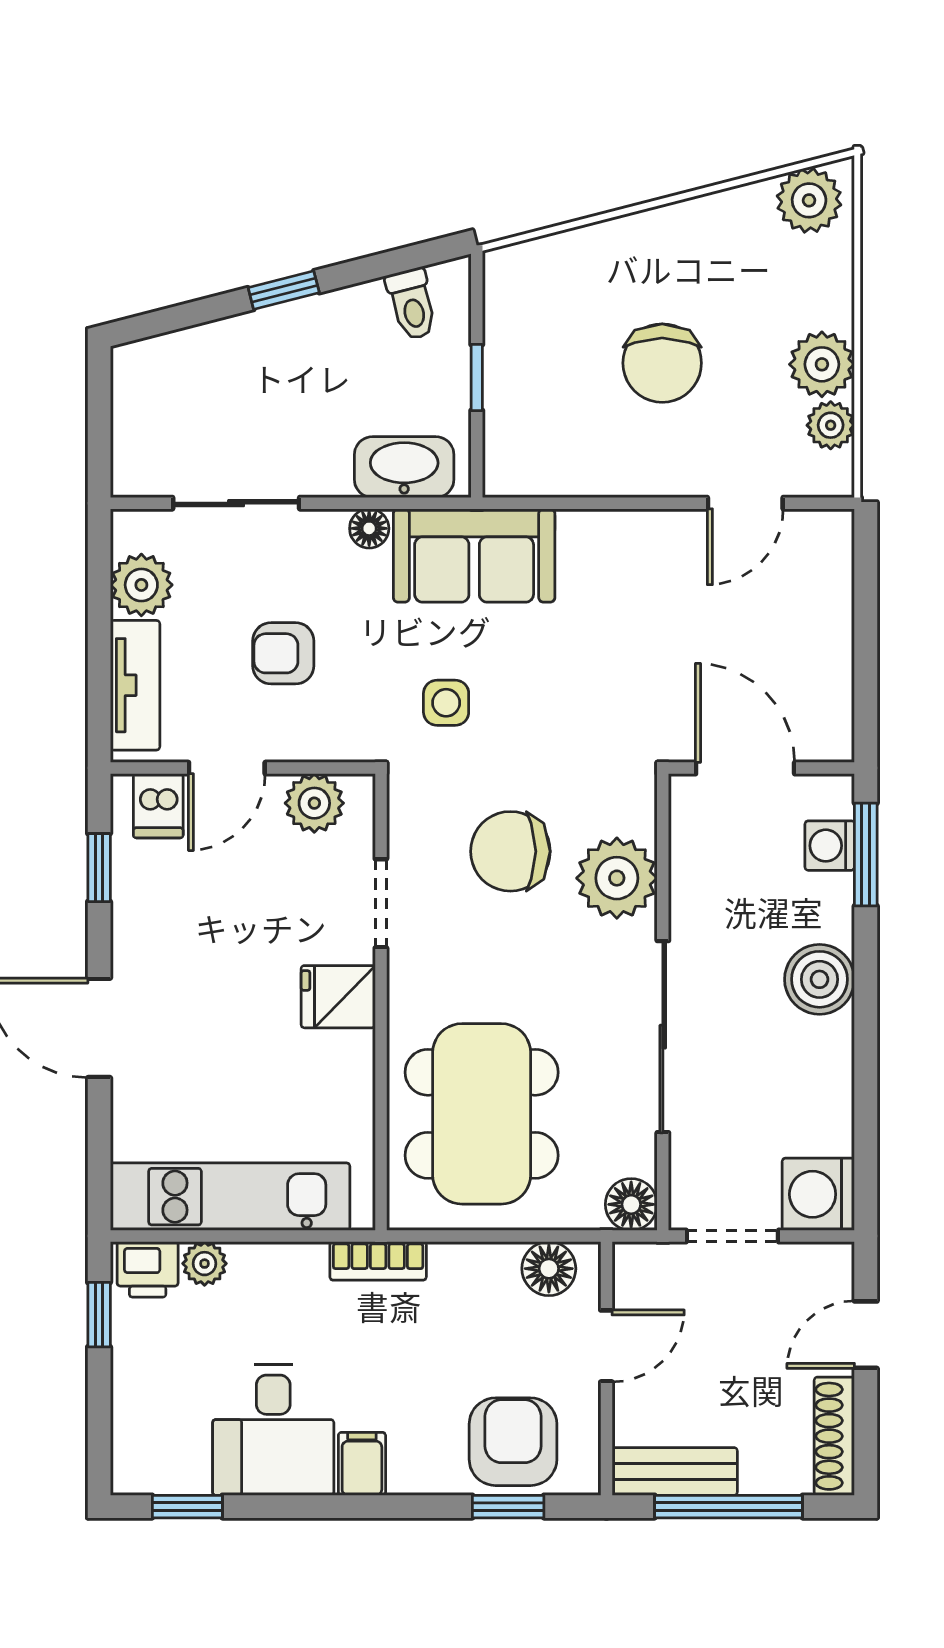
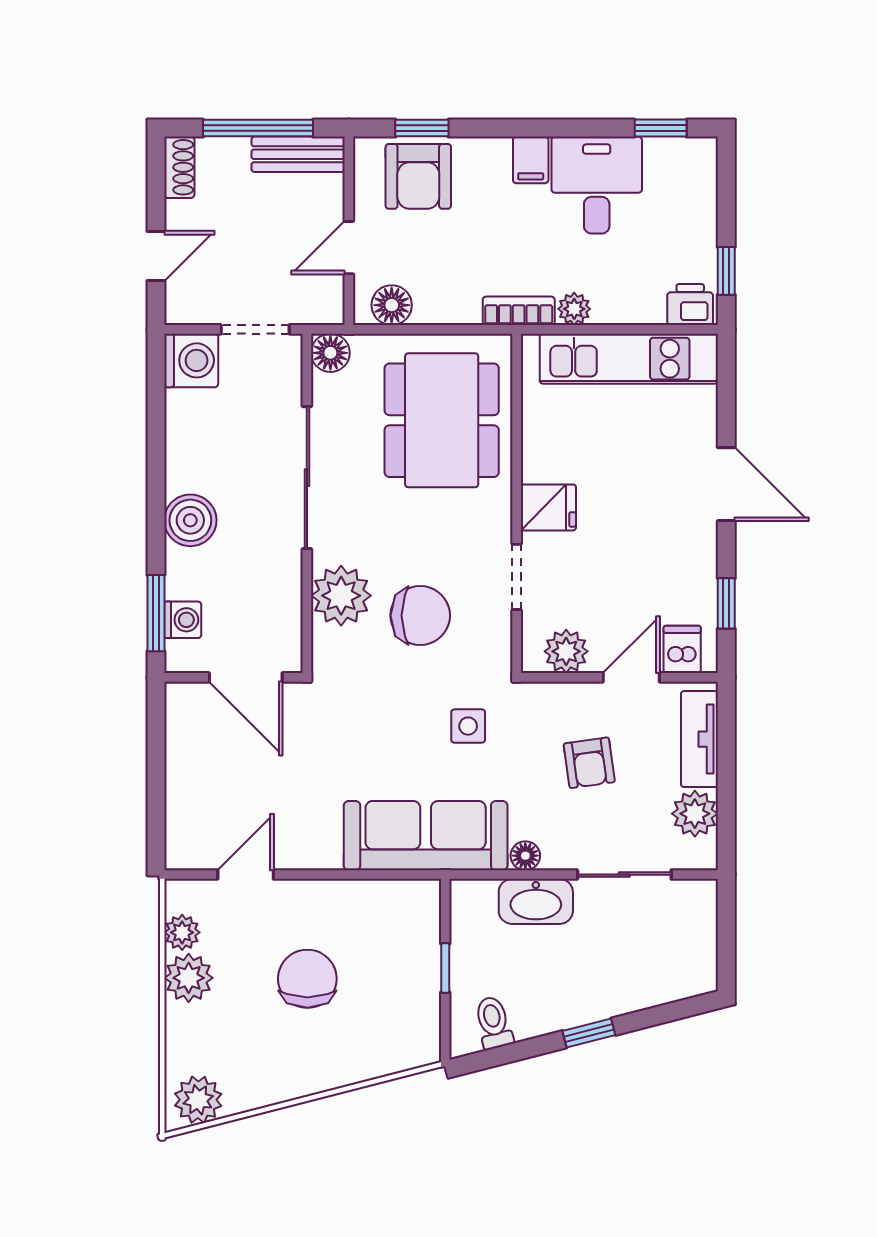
washbasin: (404, 467) -> (536, 901), moved
sofa: (474, 555) -> (426, 836), width x1.36
armchair: (283, 653) -> (589, 763), turned 82
plant: (205, 1264) -> (574, 309), moved
shoe rack: (834, 1436) -> (179, 167), width x0.70

